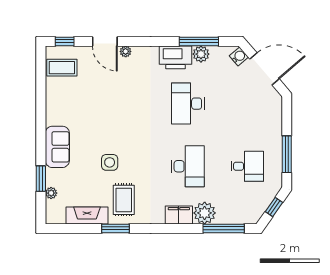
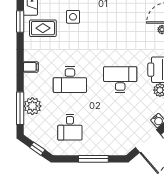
window: (287, 154) -> (93, 159), moved
plant: (205, 213) -> (32, 106), moved
filing cabinet: (179, 215) -> (31, 67), width x0.50

